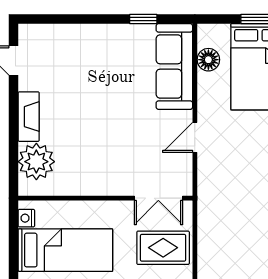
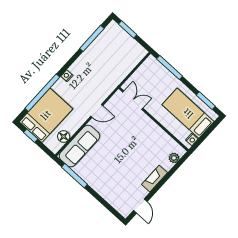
window: (143, 19) -> (75, 176), width x2.17
plant: (36, 162) -> (174, 158), width x0.53, depth x0.53
rug: (163, 248) -> (149, 79), removed

